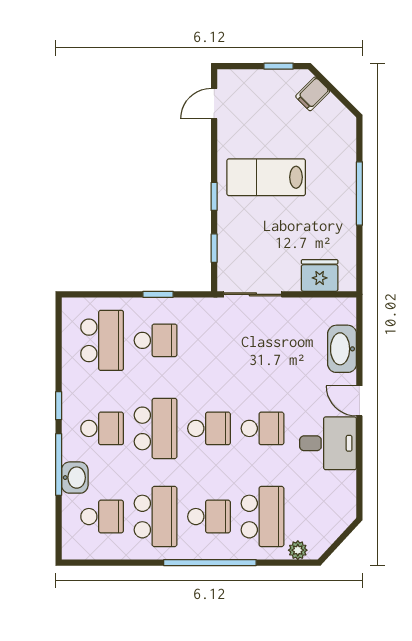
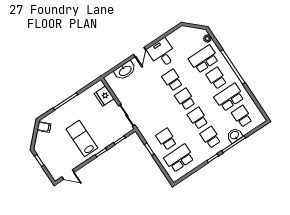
filing cabinet: (313, 94) -> (44, 127), moved
lab bench: (266, 177) -> (82, 139), turned 180
school desk: (156, 428) -> (198, 118), width x0.54

